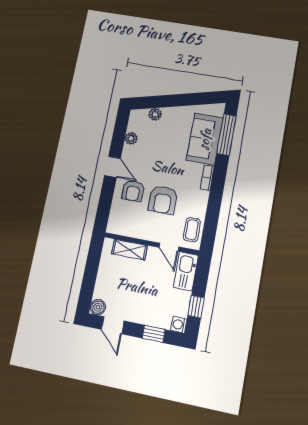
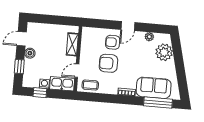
plant: (155, 114) -> (164, 52), width x1.87, depth x1.87
boiler: (98, 307) -> (30, 53), moved
washing machine: (179, 325) -> (44, 84), moved

